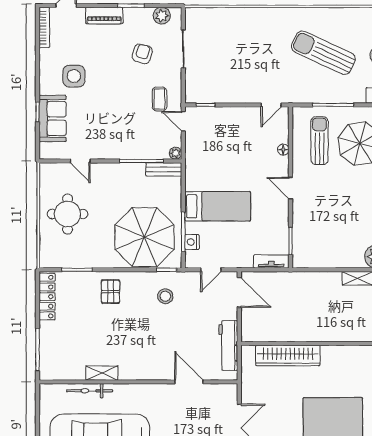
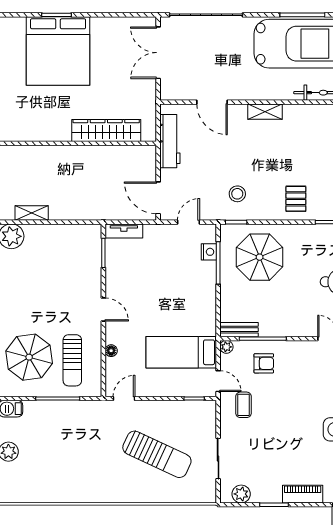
sun lounger: (323, 53) -> (157, 454), moved
armchair: (142, 54) -> (264, 363), moved, turned -106
bed: (218, 206) -> (181, 352), moved
parasol: (144, 237) -> (260, 257), width x0.73, depth x0.73
shelving: (102, 373) -> (265, 112), moved

